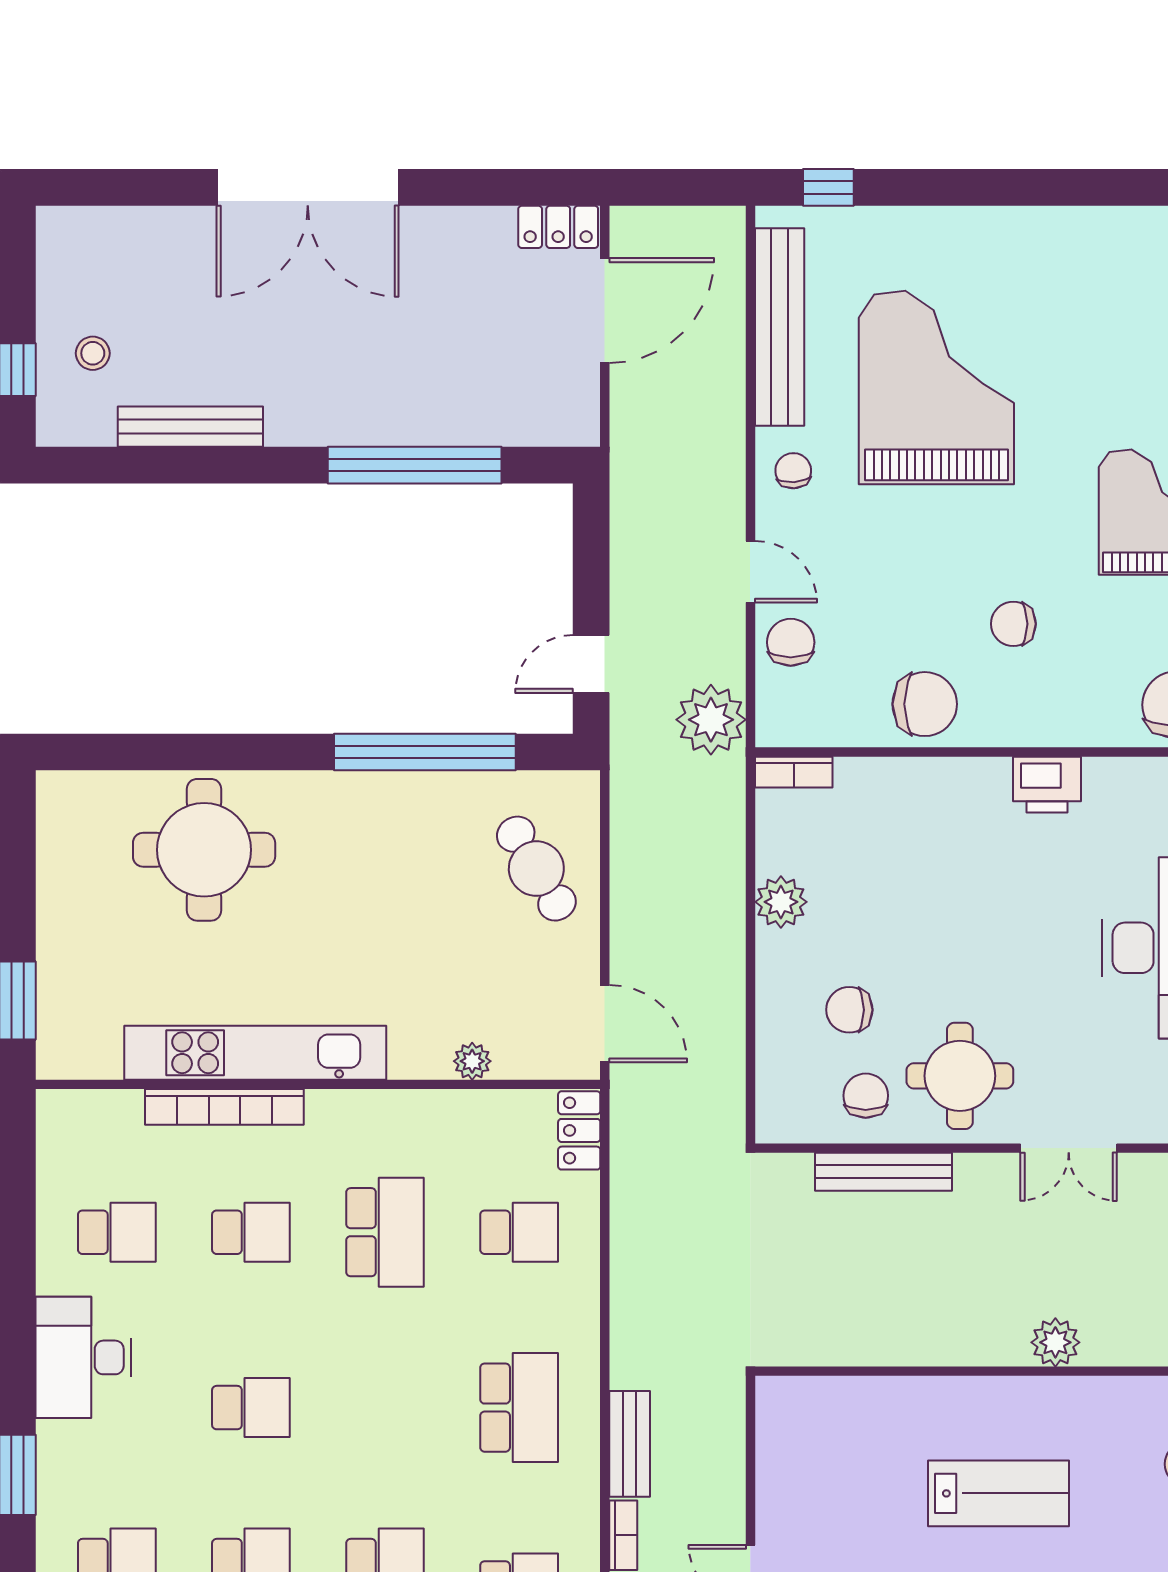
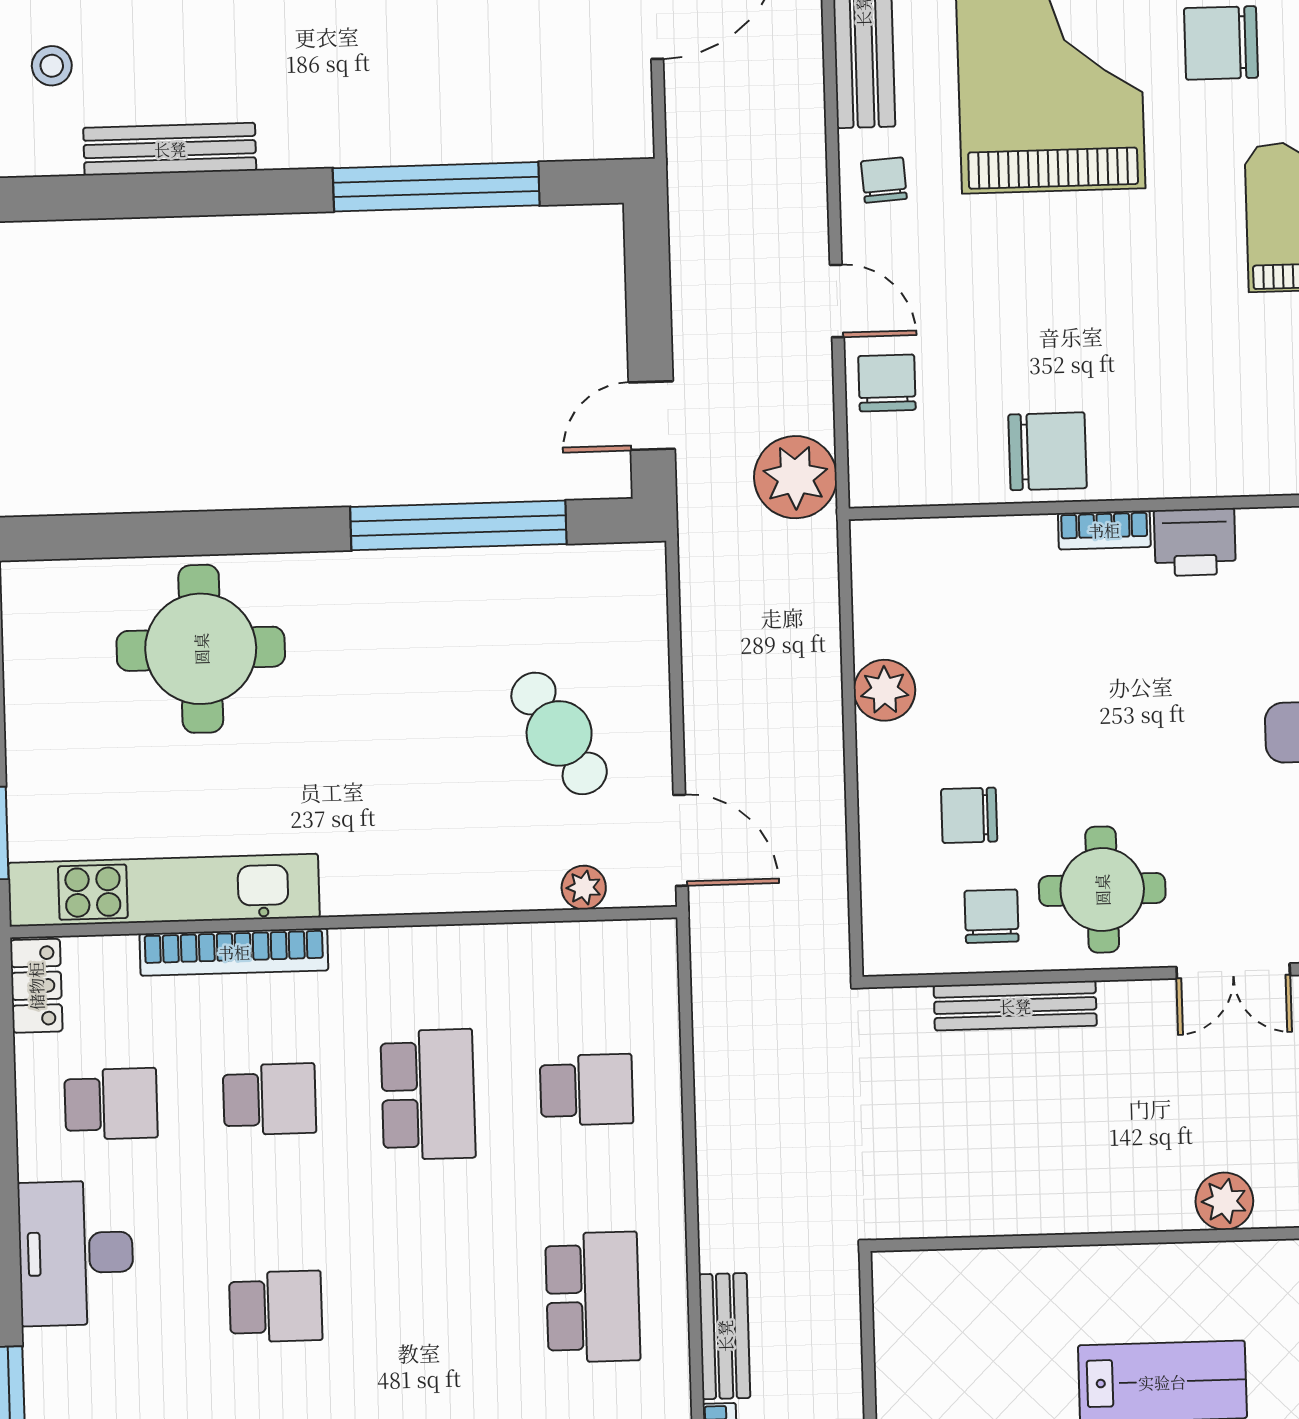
chair: (1013, 624) -> (1221, 43), moved, width x1.37, depth x1.37
bookcase: (794, 772) -> (1104, 530), moved
cafe table: (536, 869) -> (559, 733), moved
kitchen unit: (255, 1053) -> (164, 890), moved
plant: (472, 1061) -> (584, 888), moved
locker: (579, 1130) -> (36, 986), moved, turned 180

